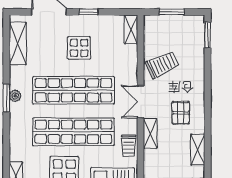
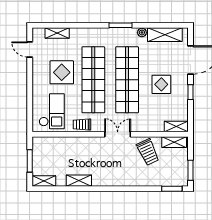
window: (172, 12) -> (191, 170), moved
plant: (15, 96) -> (142, 32), moved
pallet: (181, 113) -> (109, 167), removed
shelving: (150, 133) -> (174, 142), moved

